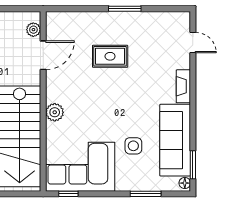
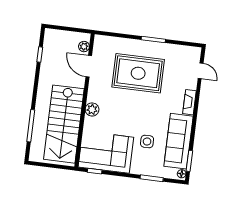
door: (43, 55) -> (89, 66), swing flipped
rug: (110, 56) -> (138, 73), width x1.86, depth x2.06

